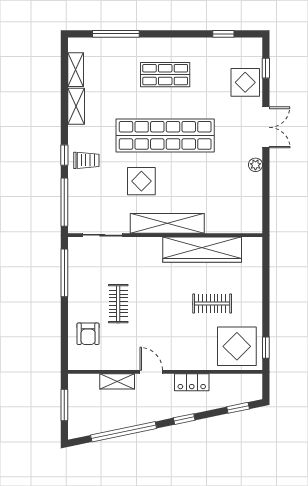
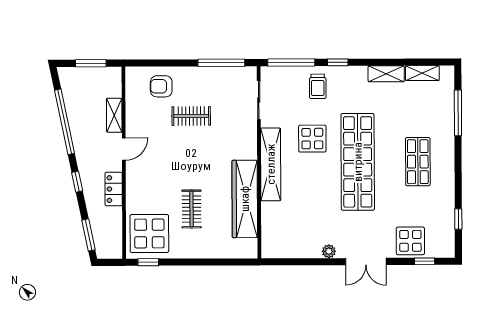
trolley: (86, 160) -> (318, 86), moved
window: (238, 408) -> (89, 235), width x1.50

